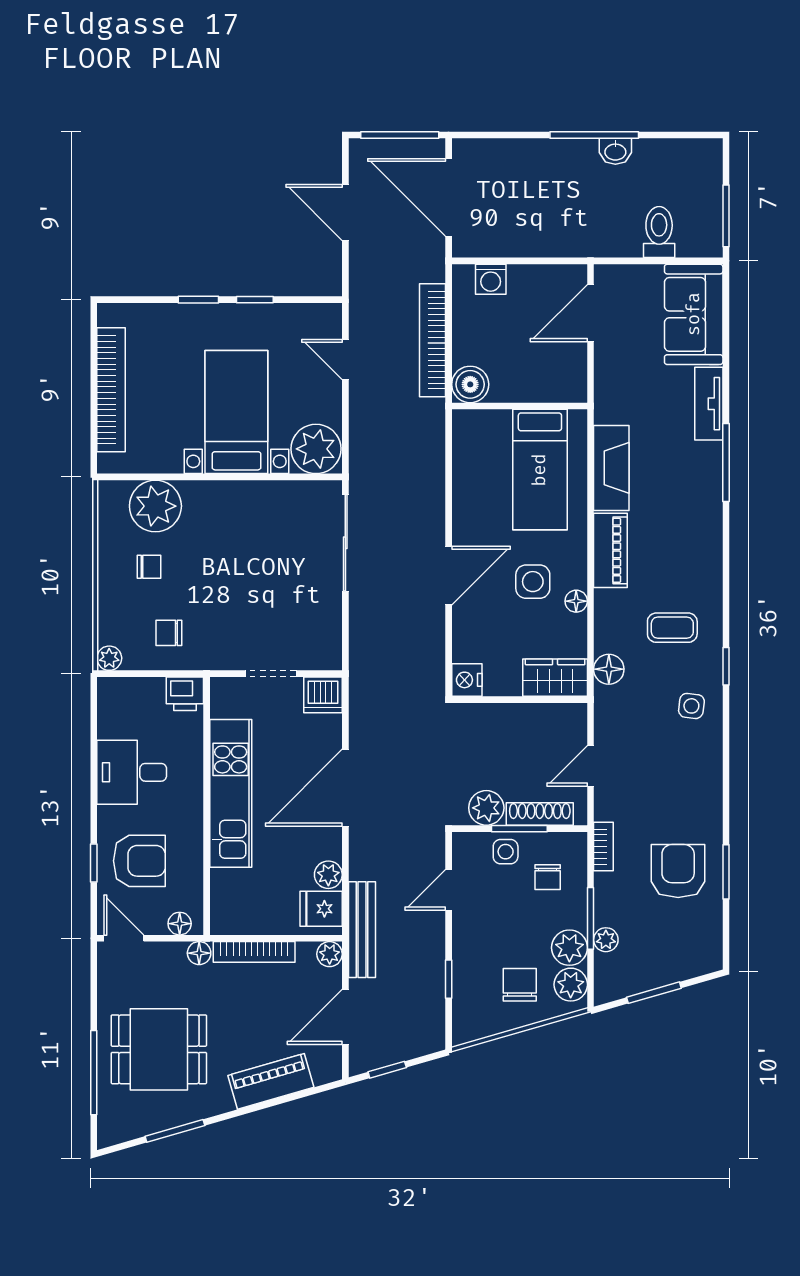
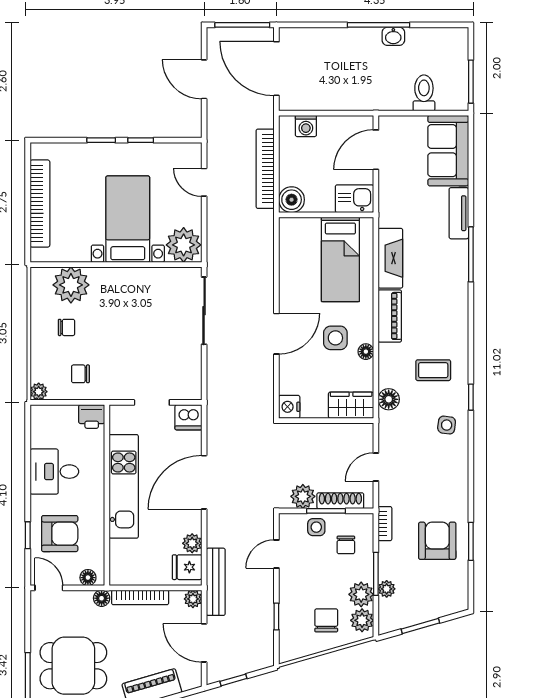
kitchen sink: (560, 383) -> (355, 199), added
door: (345, 1017) -> (204, 643), hinge flipped

